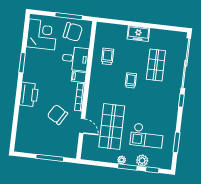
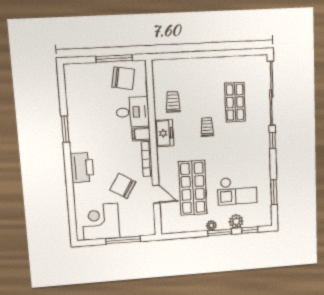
freezer: (138, 33) -> (164, 133), moved, turned -90
corner desk: (42, 34) -> (101, 222), moved, turned -90

